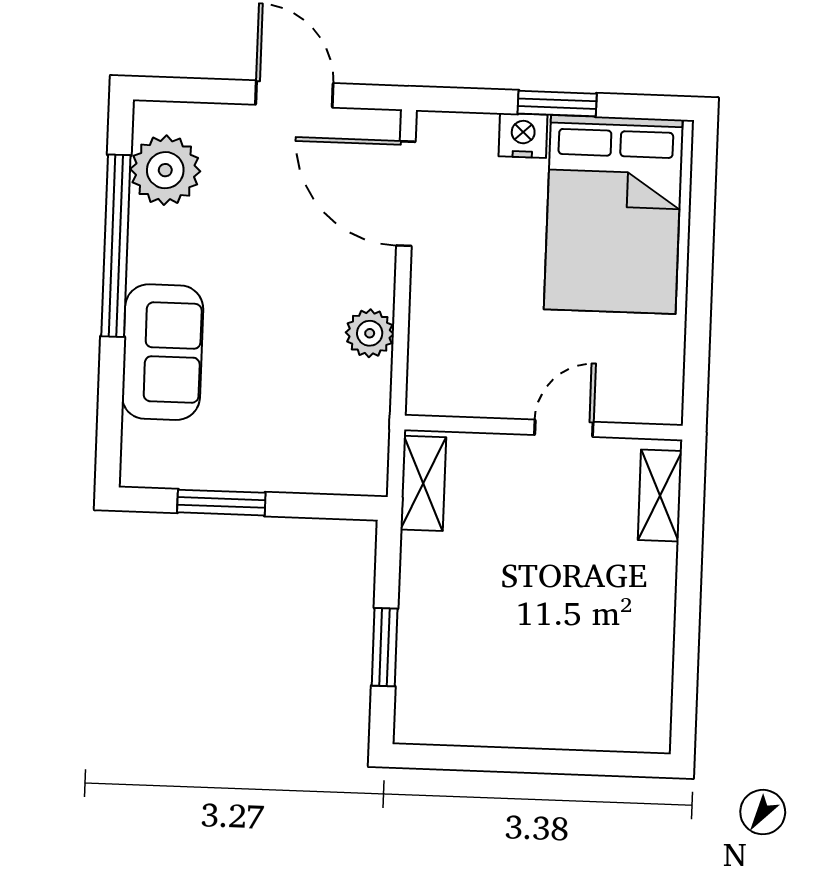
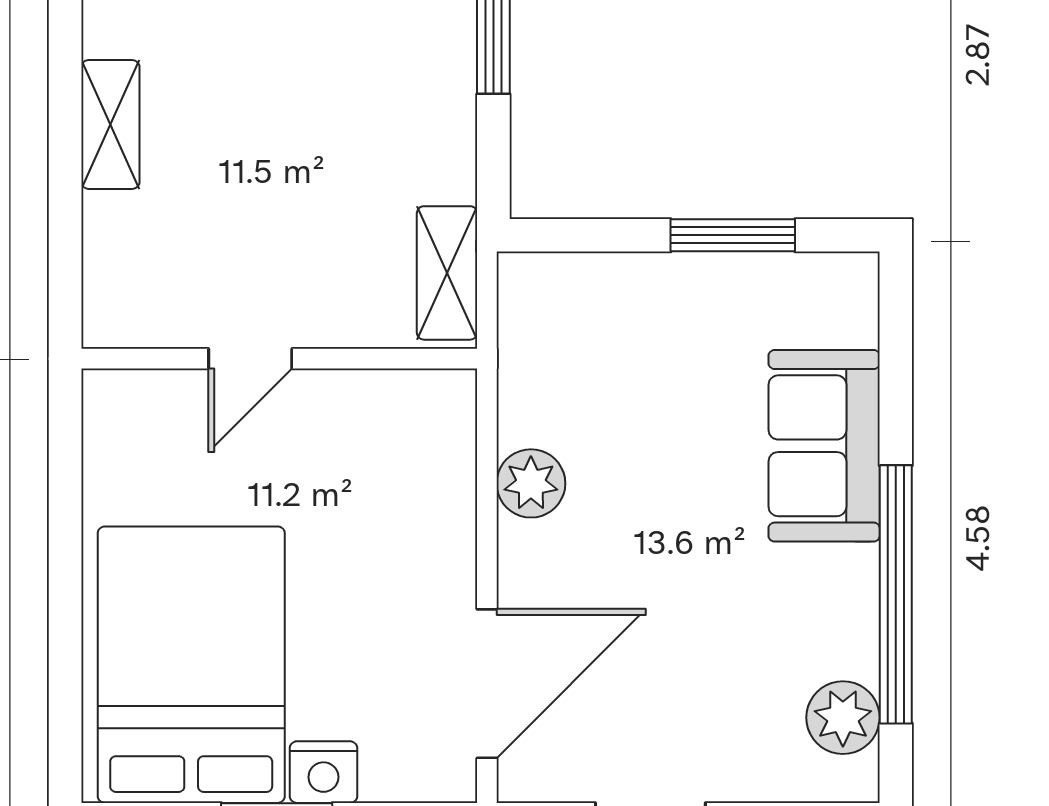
plant: (165, 170) -> (843, 718), width x0.73, depth x0.73
door: (406, 194) -> (487, 684), hinge flipped
shelving: (660, 495) -> (110, 124), moved

